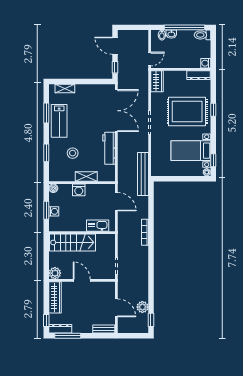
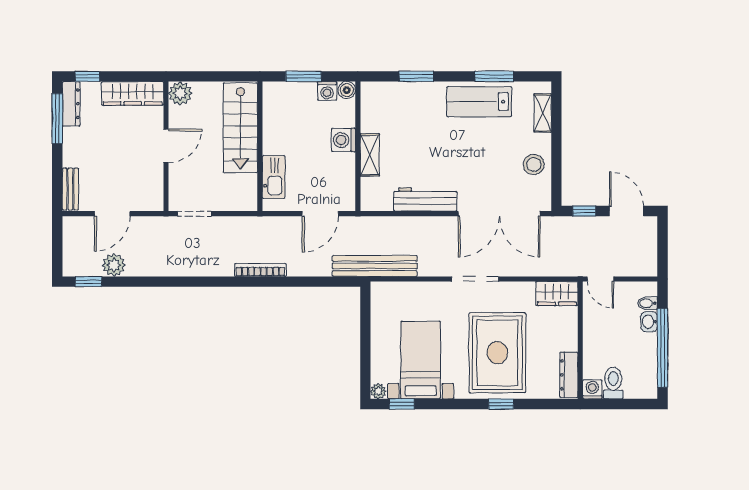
toilet: (203, 35) -> (613, 383), moved
door: (115, 46) -> (626, 211), hinge flipped
stool: (73, 153) -> (534, 164), moved
washing machine: (54, 211) -> (327, 91), moved

